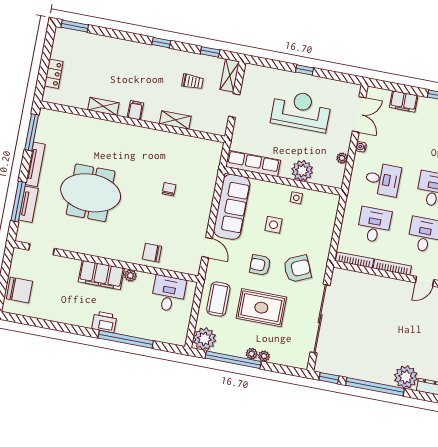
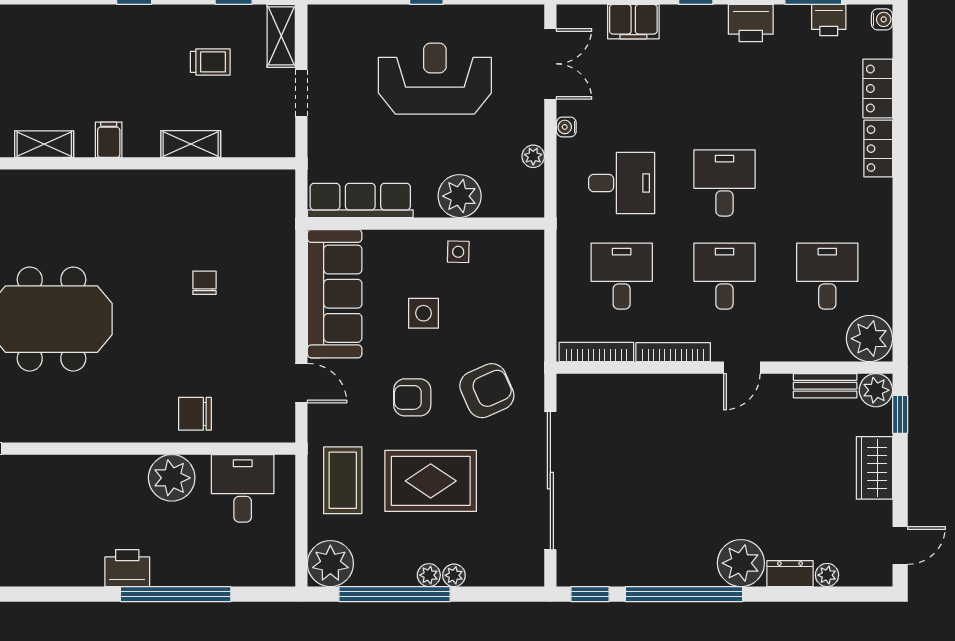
filing cabinet: (101, 275) -> (103, 477), removed
plant: (130, 276) -> (172, 478), width x1.88, depth x1.88

